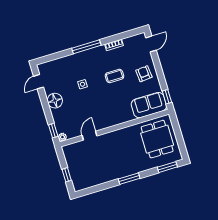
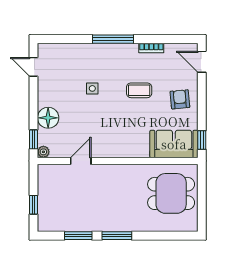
door: (151, 44) -> (202, 62), swing flipped
door: (38, 82) -> (34, 67), hinge flipped
floor lamp: (55, 101) -> (48, 118), moved
dining table: (157, 139) -> (171, 193), turned 90
window: (167, 167) -> (78, 236), moved

